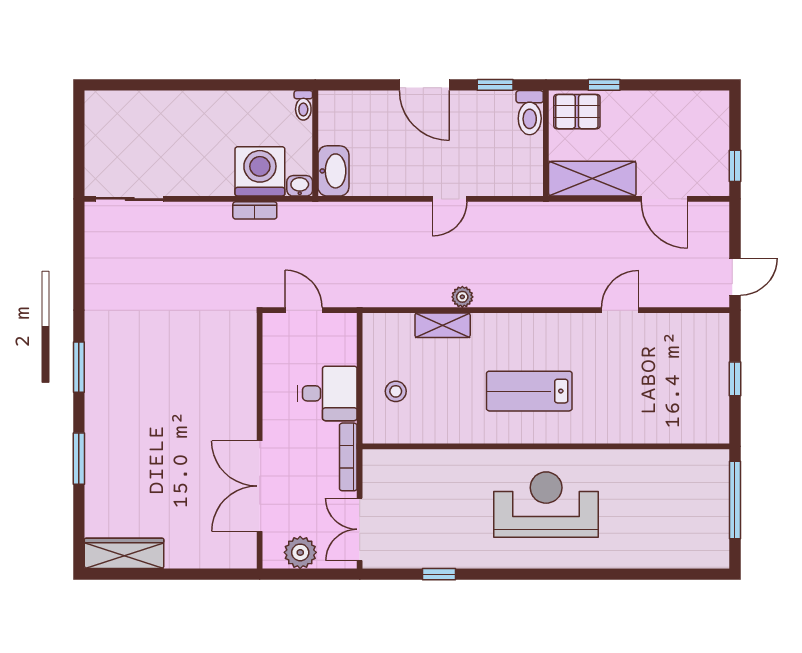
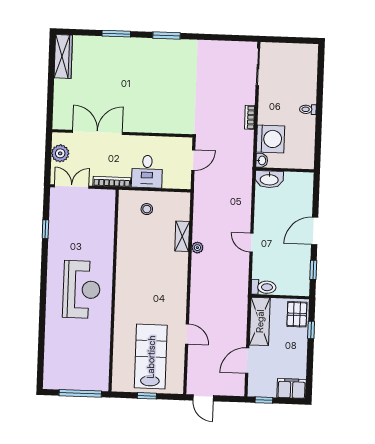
toilet: (303, 105) -> (308, 109), moved
toilet: (530, 113) -> (264, 287), moved, turned 180
filing cabinet: (712, 116) -> (291, 389), added
bookcase: (255, 210) -> (250, 117), moved
lab bench: (529, 391) -> (151, 357), moved, width x1.36, depth x1.39

